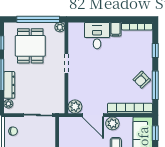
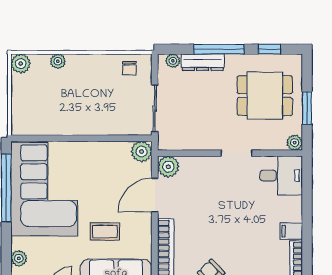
window: (38, 19) -> (307, 108), width x0.47
desk: (97, 36) -> (281, 176), moved
plant: (112, 123) -> (142, 151), moved

